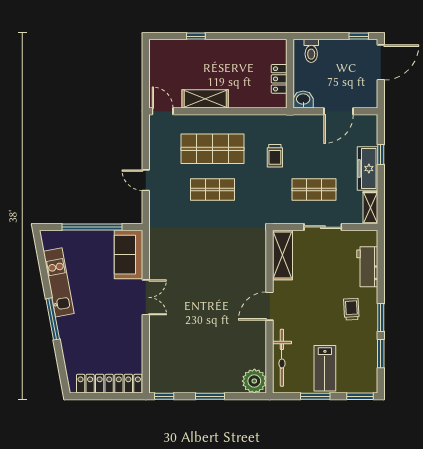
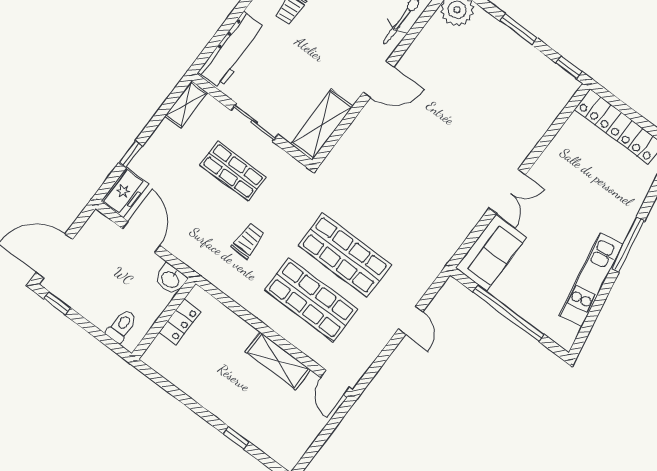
door: (339, 111) -> (141, 237), hinge flipped
freezer: (367, 169) -> (125, 192), moved, width x0.71
shop shelf: (213, 189) -> (345, 255), width x1.43, depth x1.36
workbench: (367, 267) -> (232, 50), width x1.38
double door: (146, 297) -> (507, 191), swing flipped

